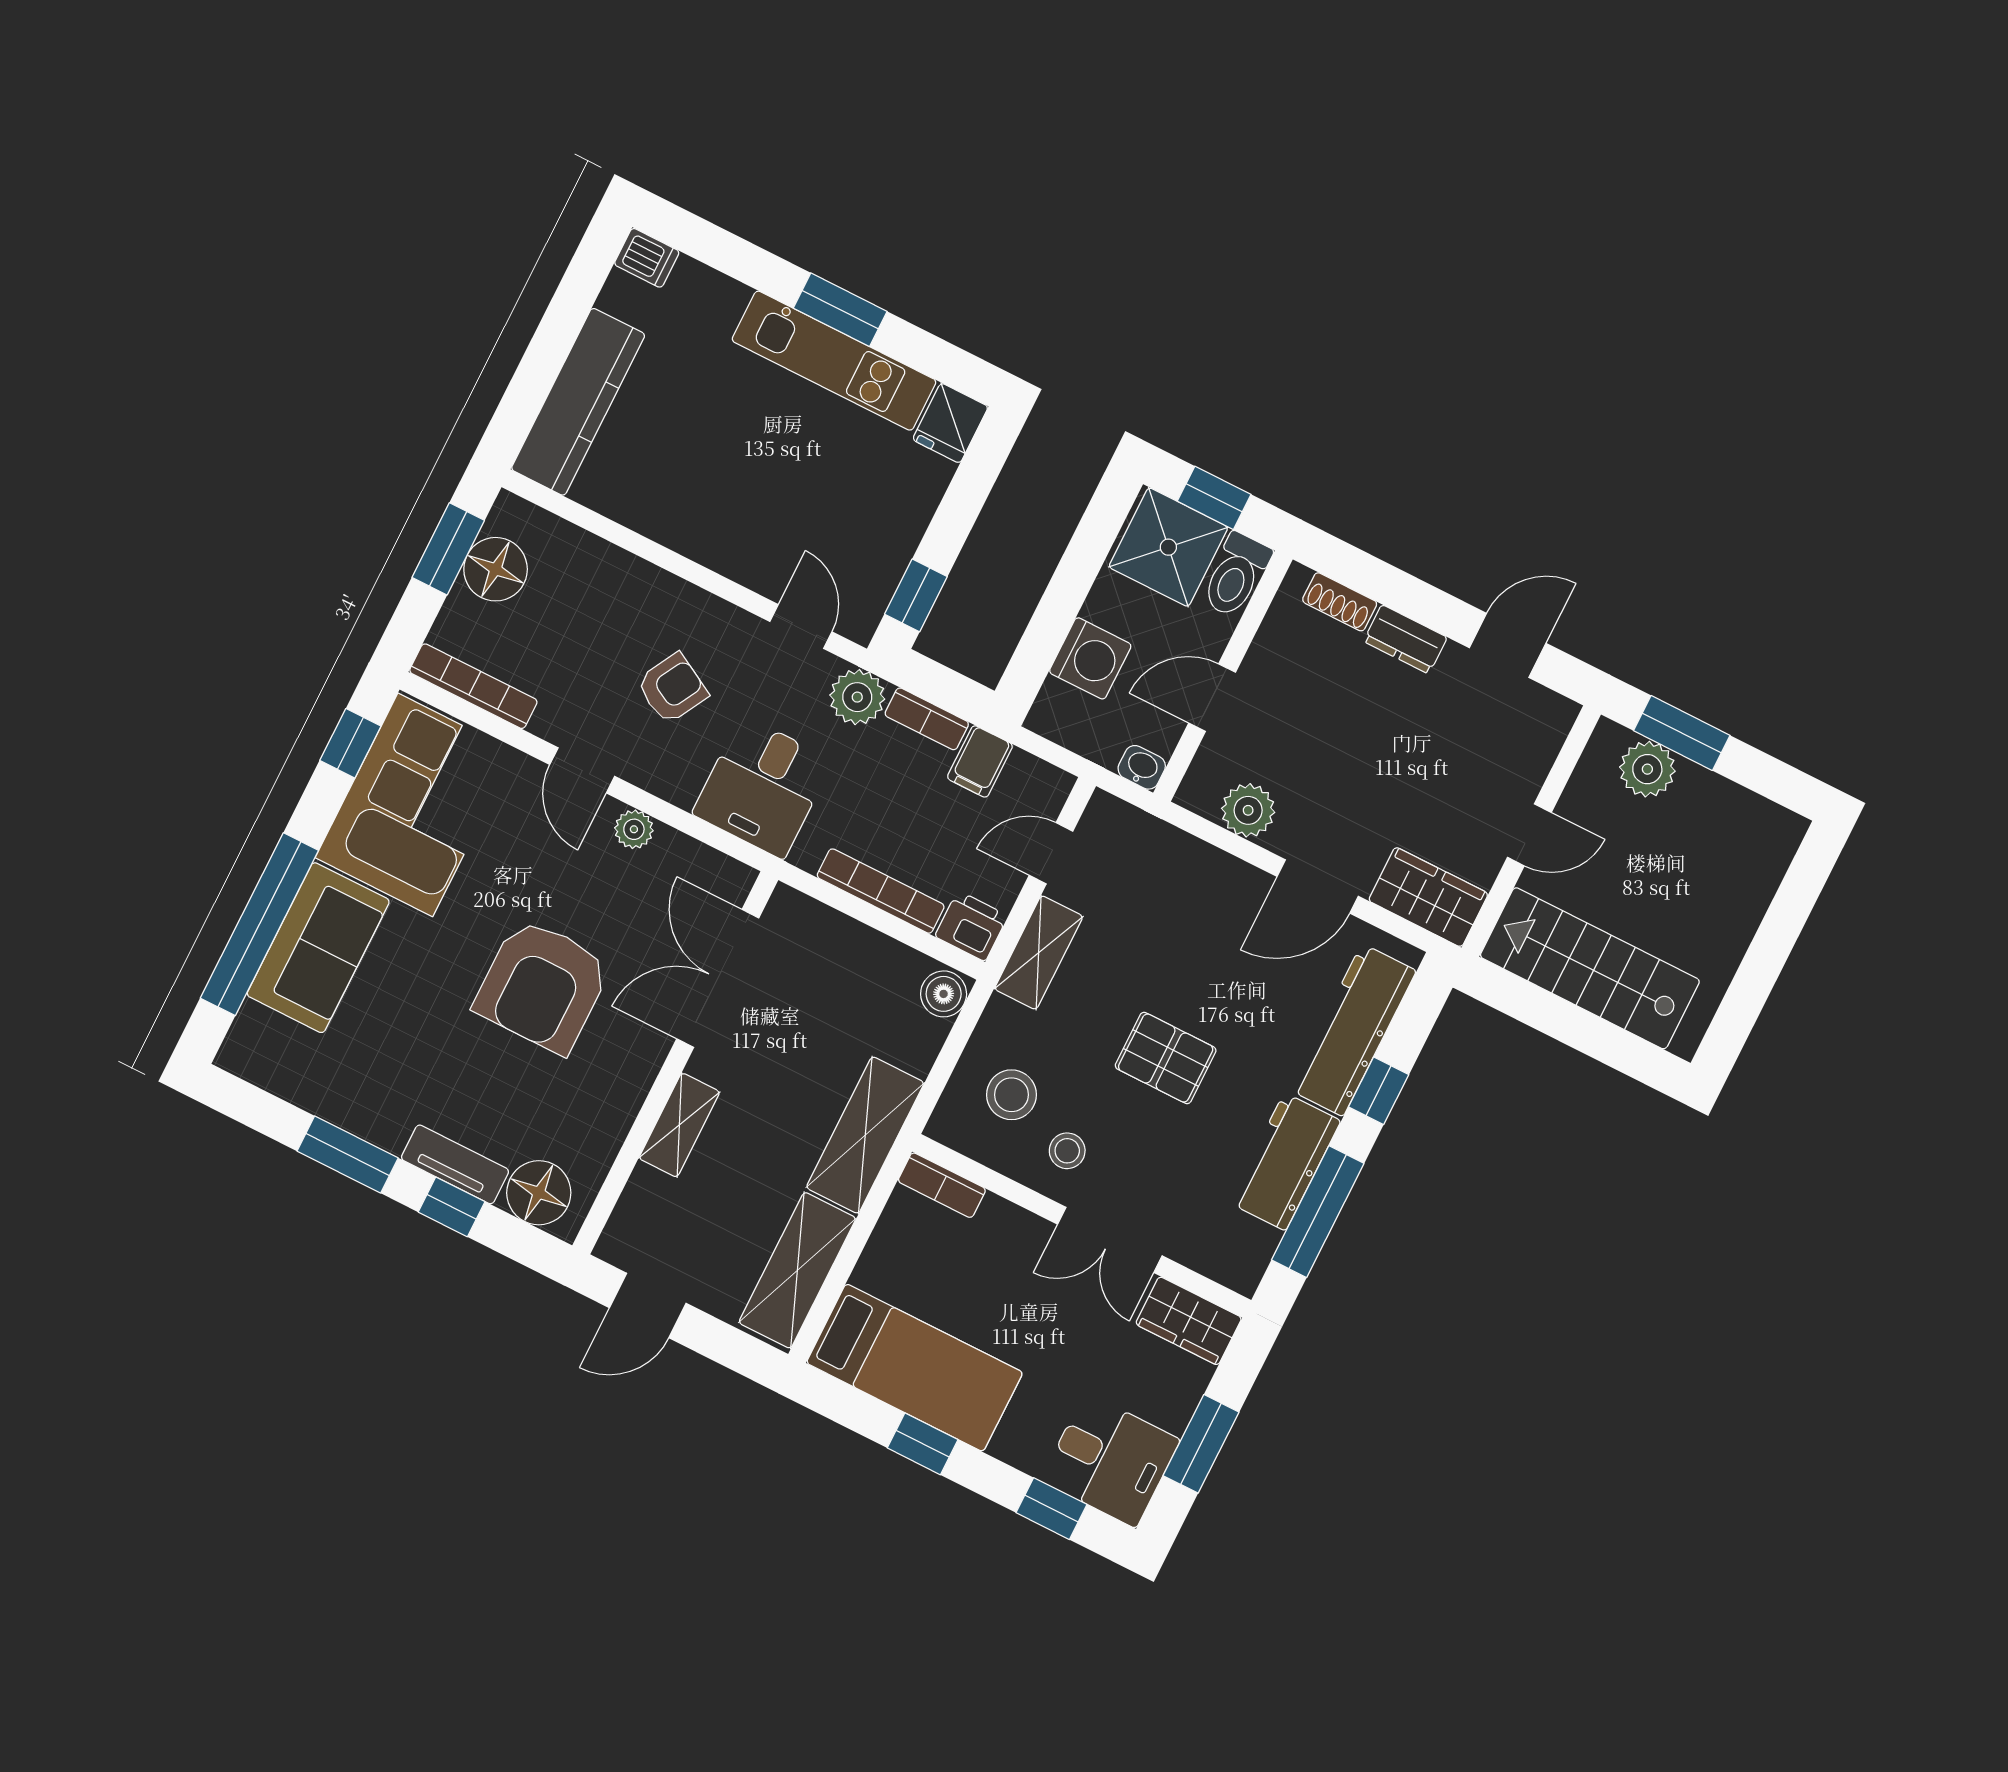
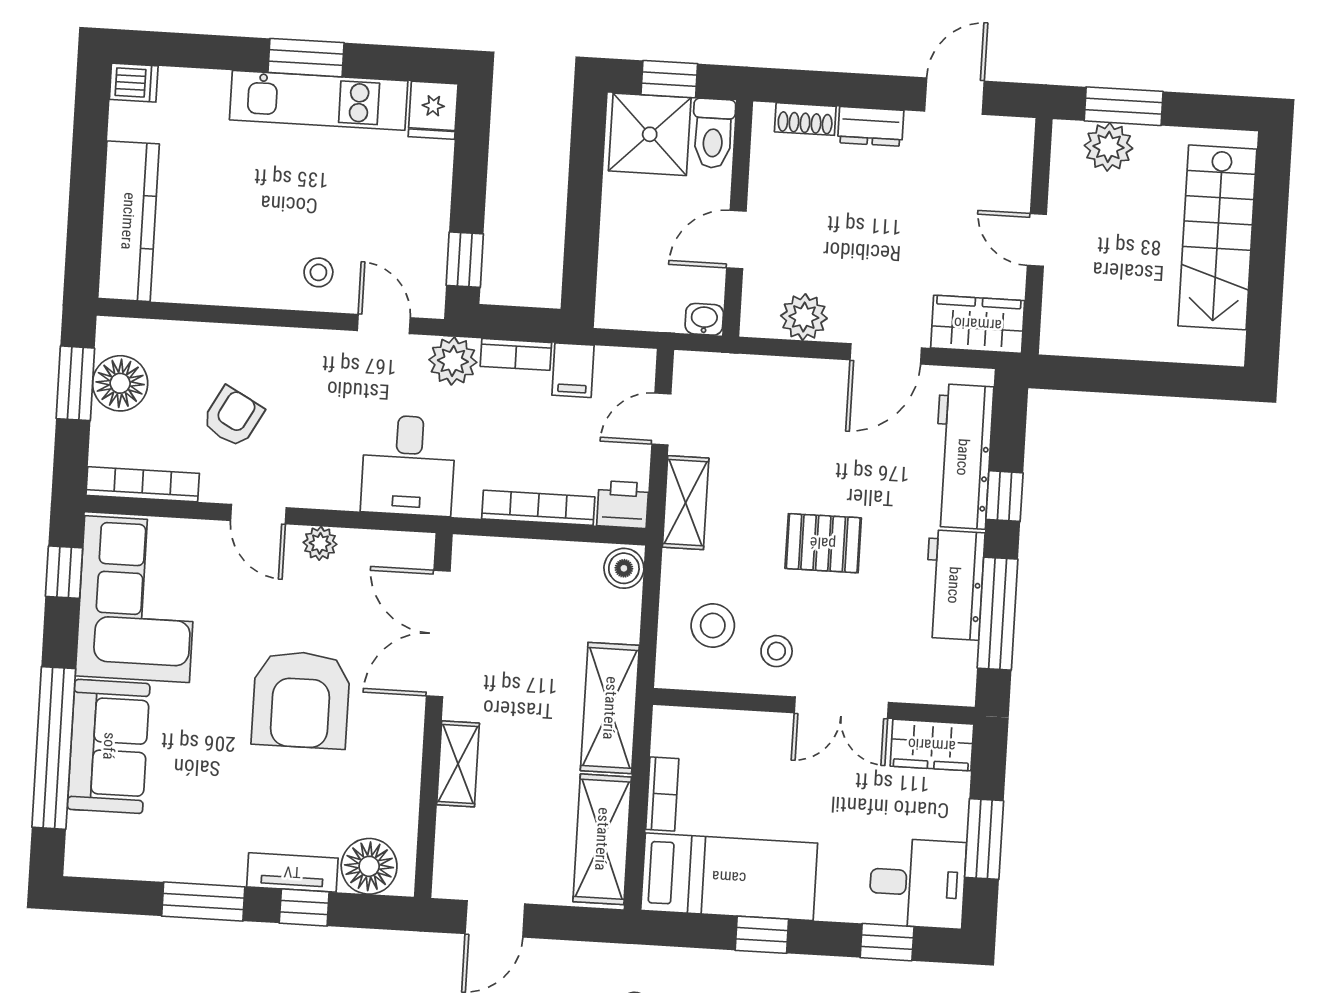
stool: (756, 542) -> (318, 272), added
washing machine: (1090, 658) -> (626, 250), removed
armchair: (672, 688) -> (233, 417), moved
door: (1529, 835) -> (1037, 240), swing flipped
stairs: (1590, 968) -> (1217, 237), moved, turned -90
bookcase: (942, 1185) -> (662, 794), moved, turned -90

